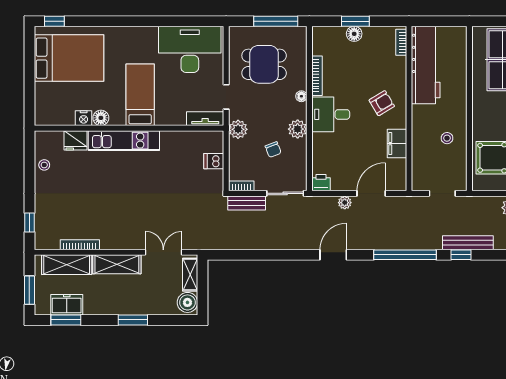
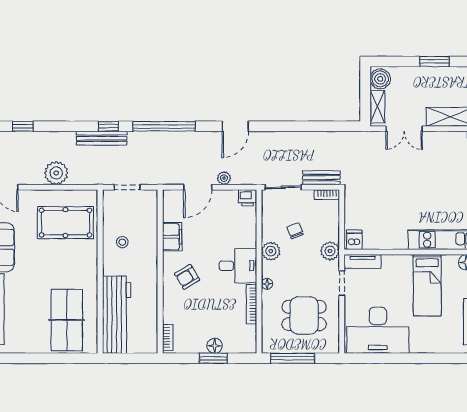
workbench: (426, 65) -> (117, 315), moved, turned 180
dishwasher: (214, 161) -> (354, 240), moved, turned -90

